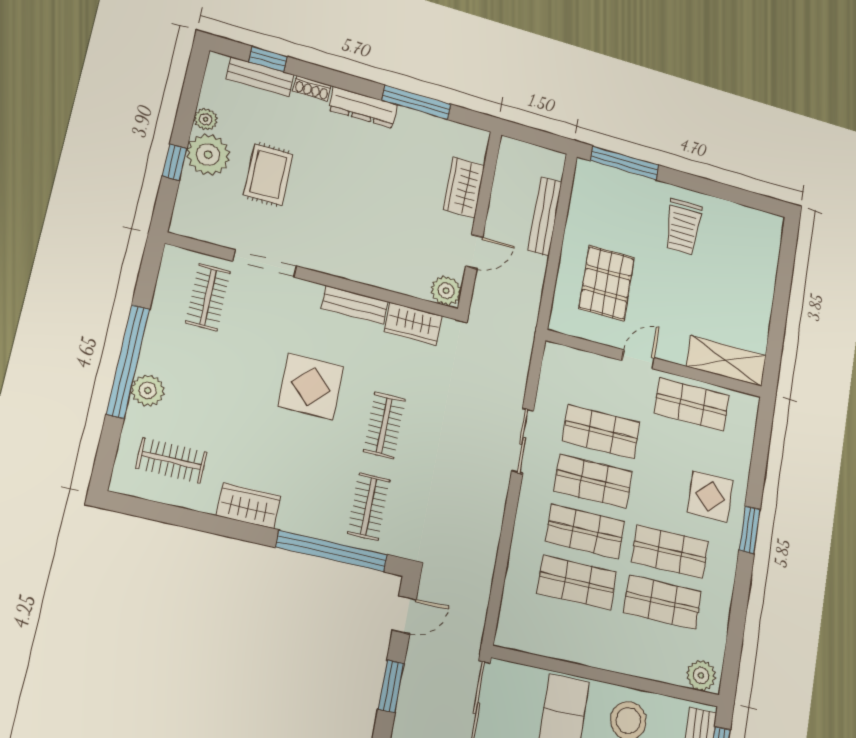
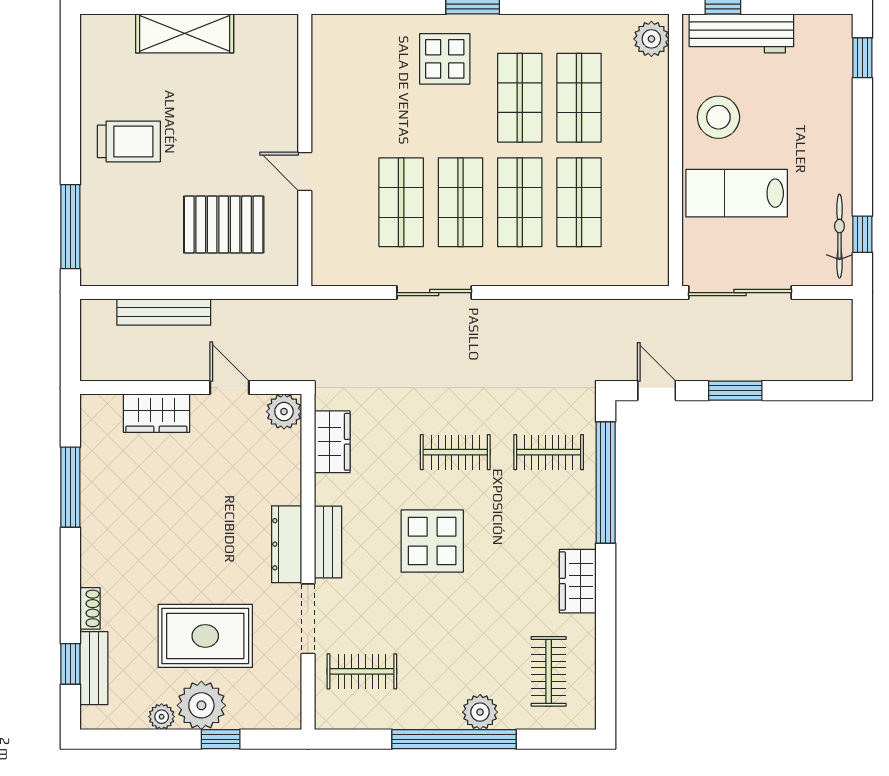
dresser: (363, 107) -> (287, 544), moved, turned 180
rug: (268, 175) -> (205, 636), width x1.36, depth x1.43
bench: (355, 305) -> (328, 542), moved
shelving: (726, 361) -> (185, 33), moved, turned 90
shop shelf: (692, 404) -> (342, 98), removed

